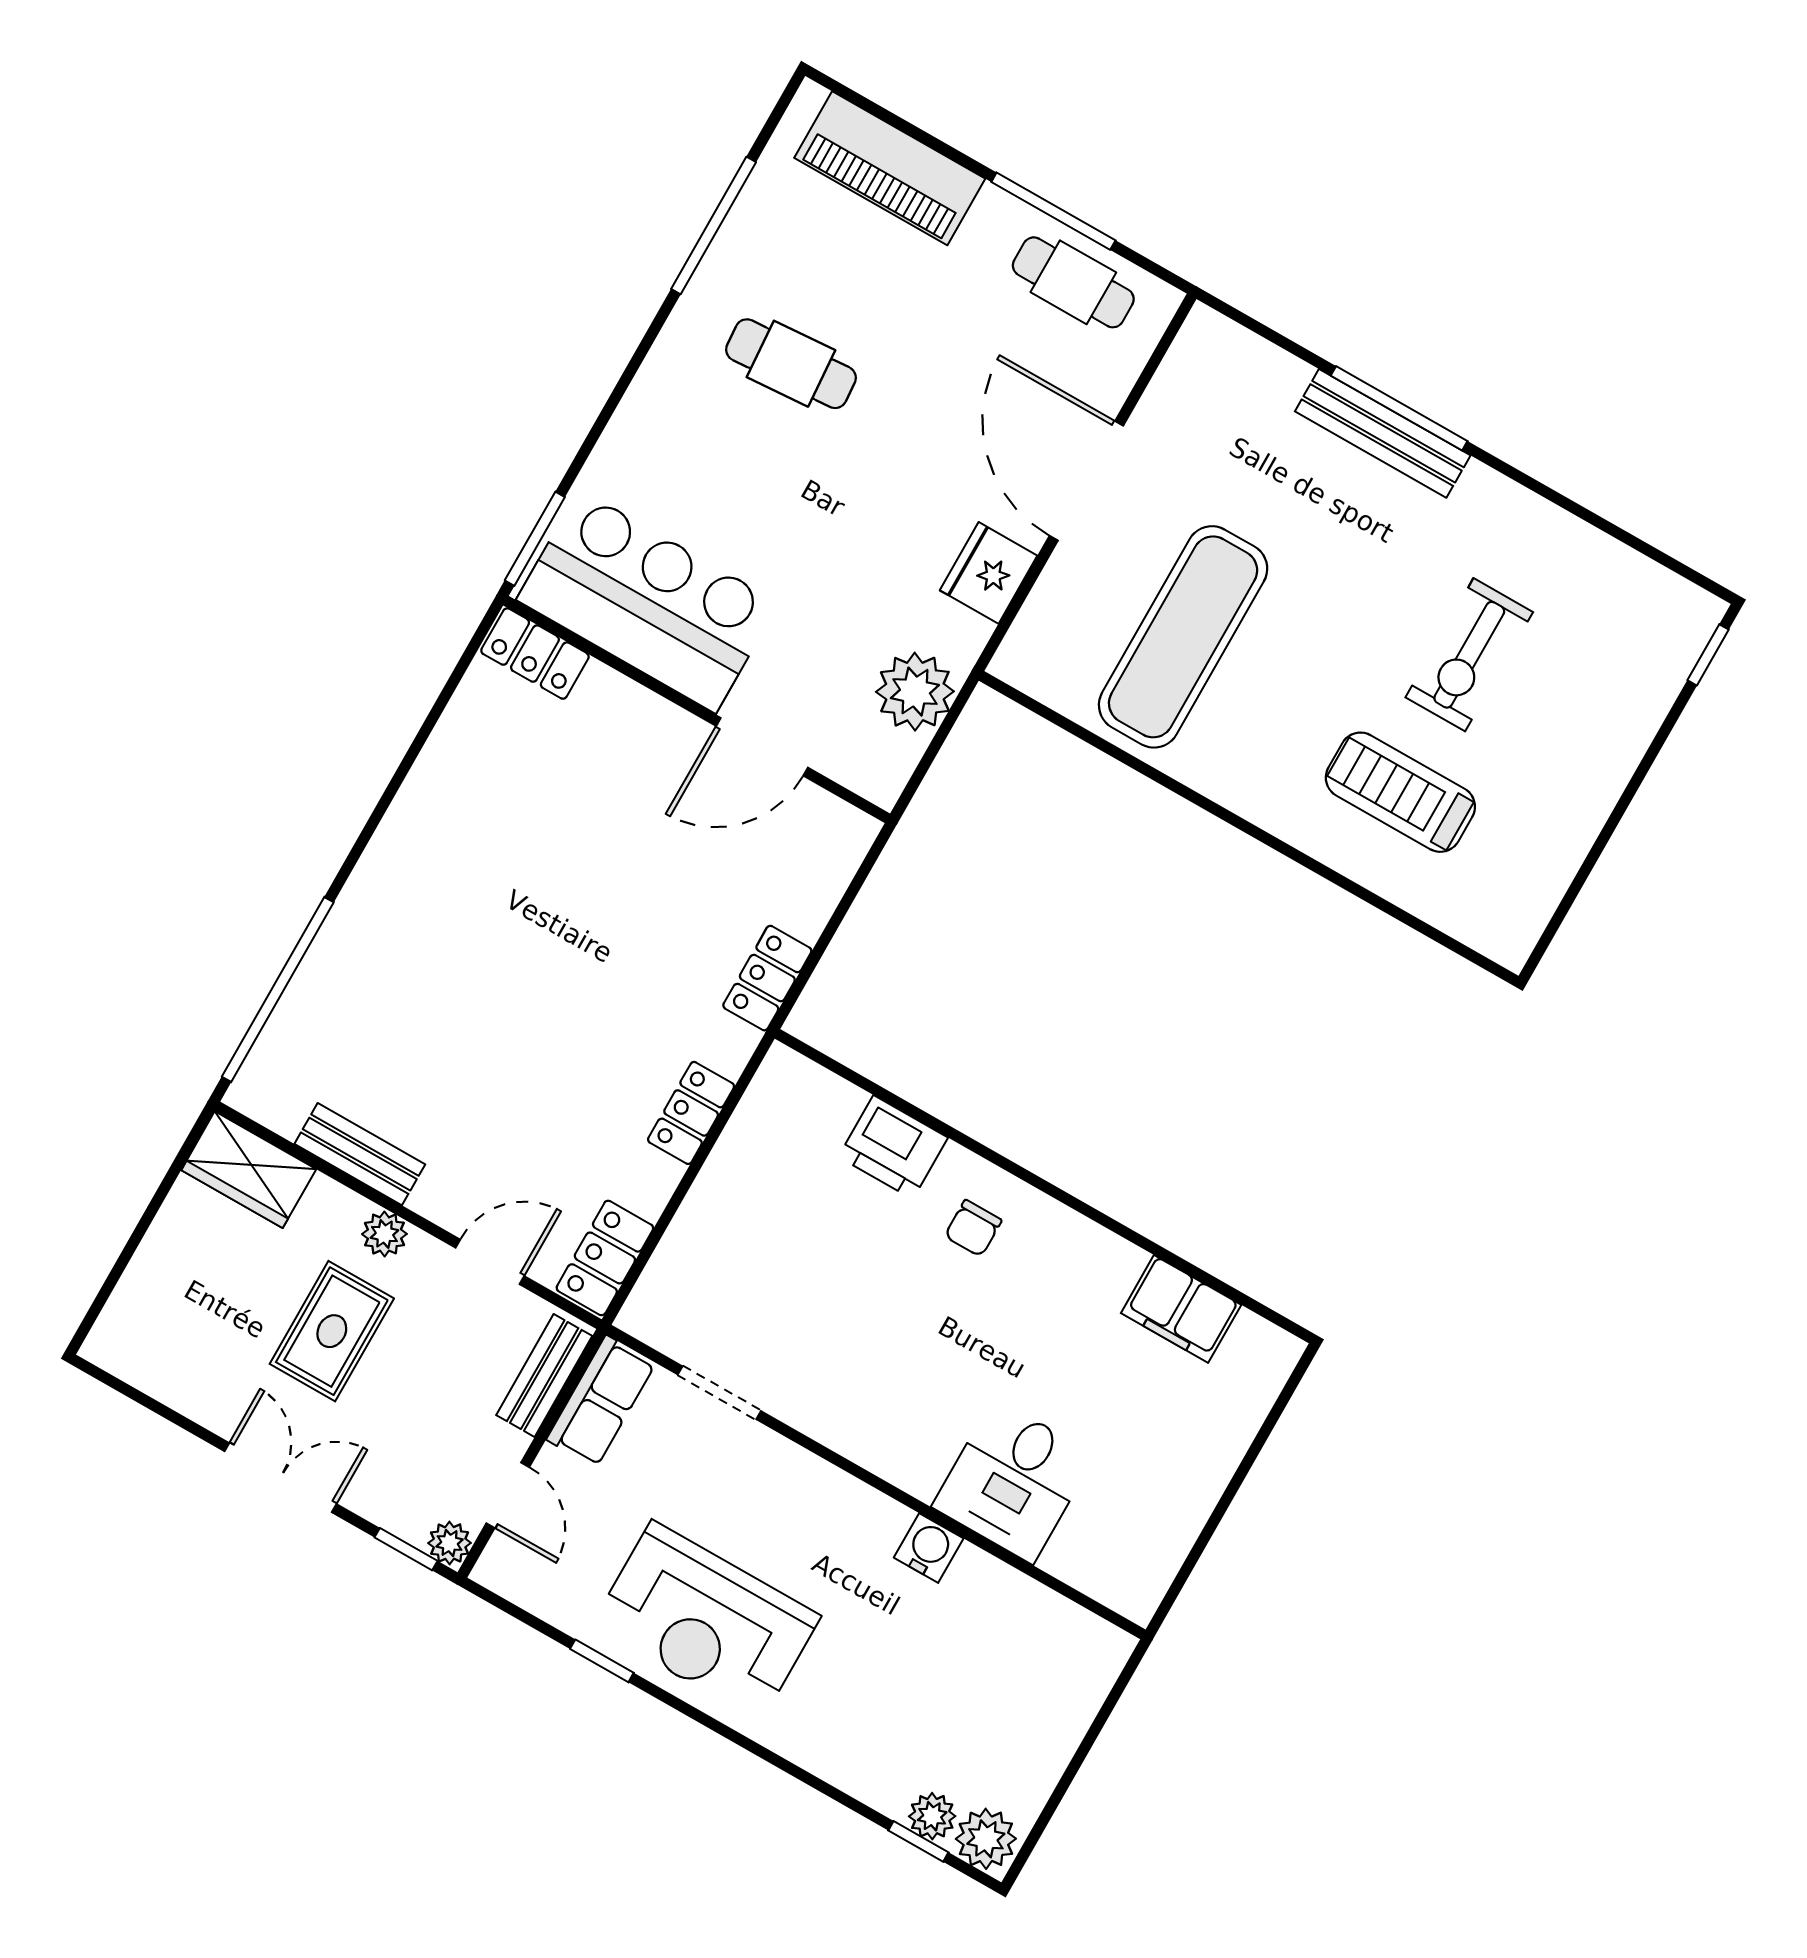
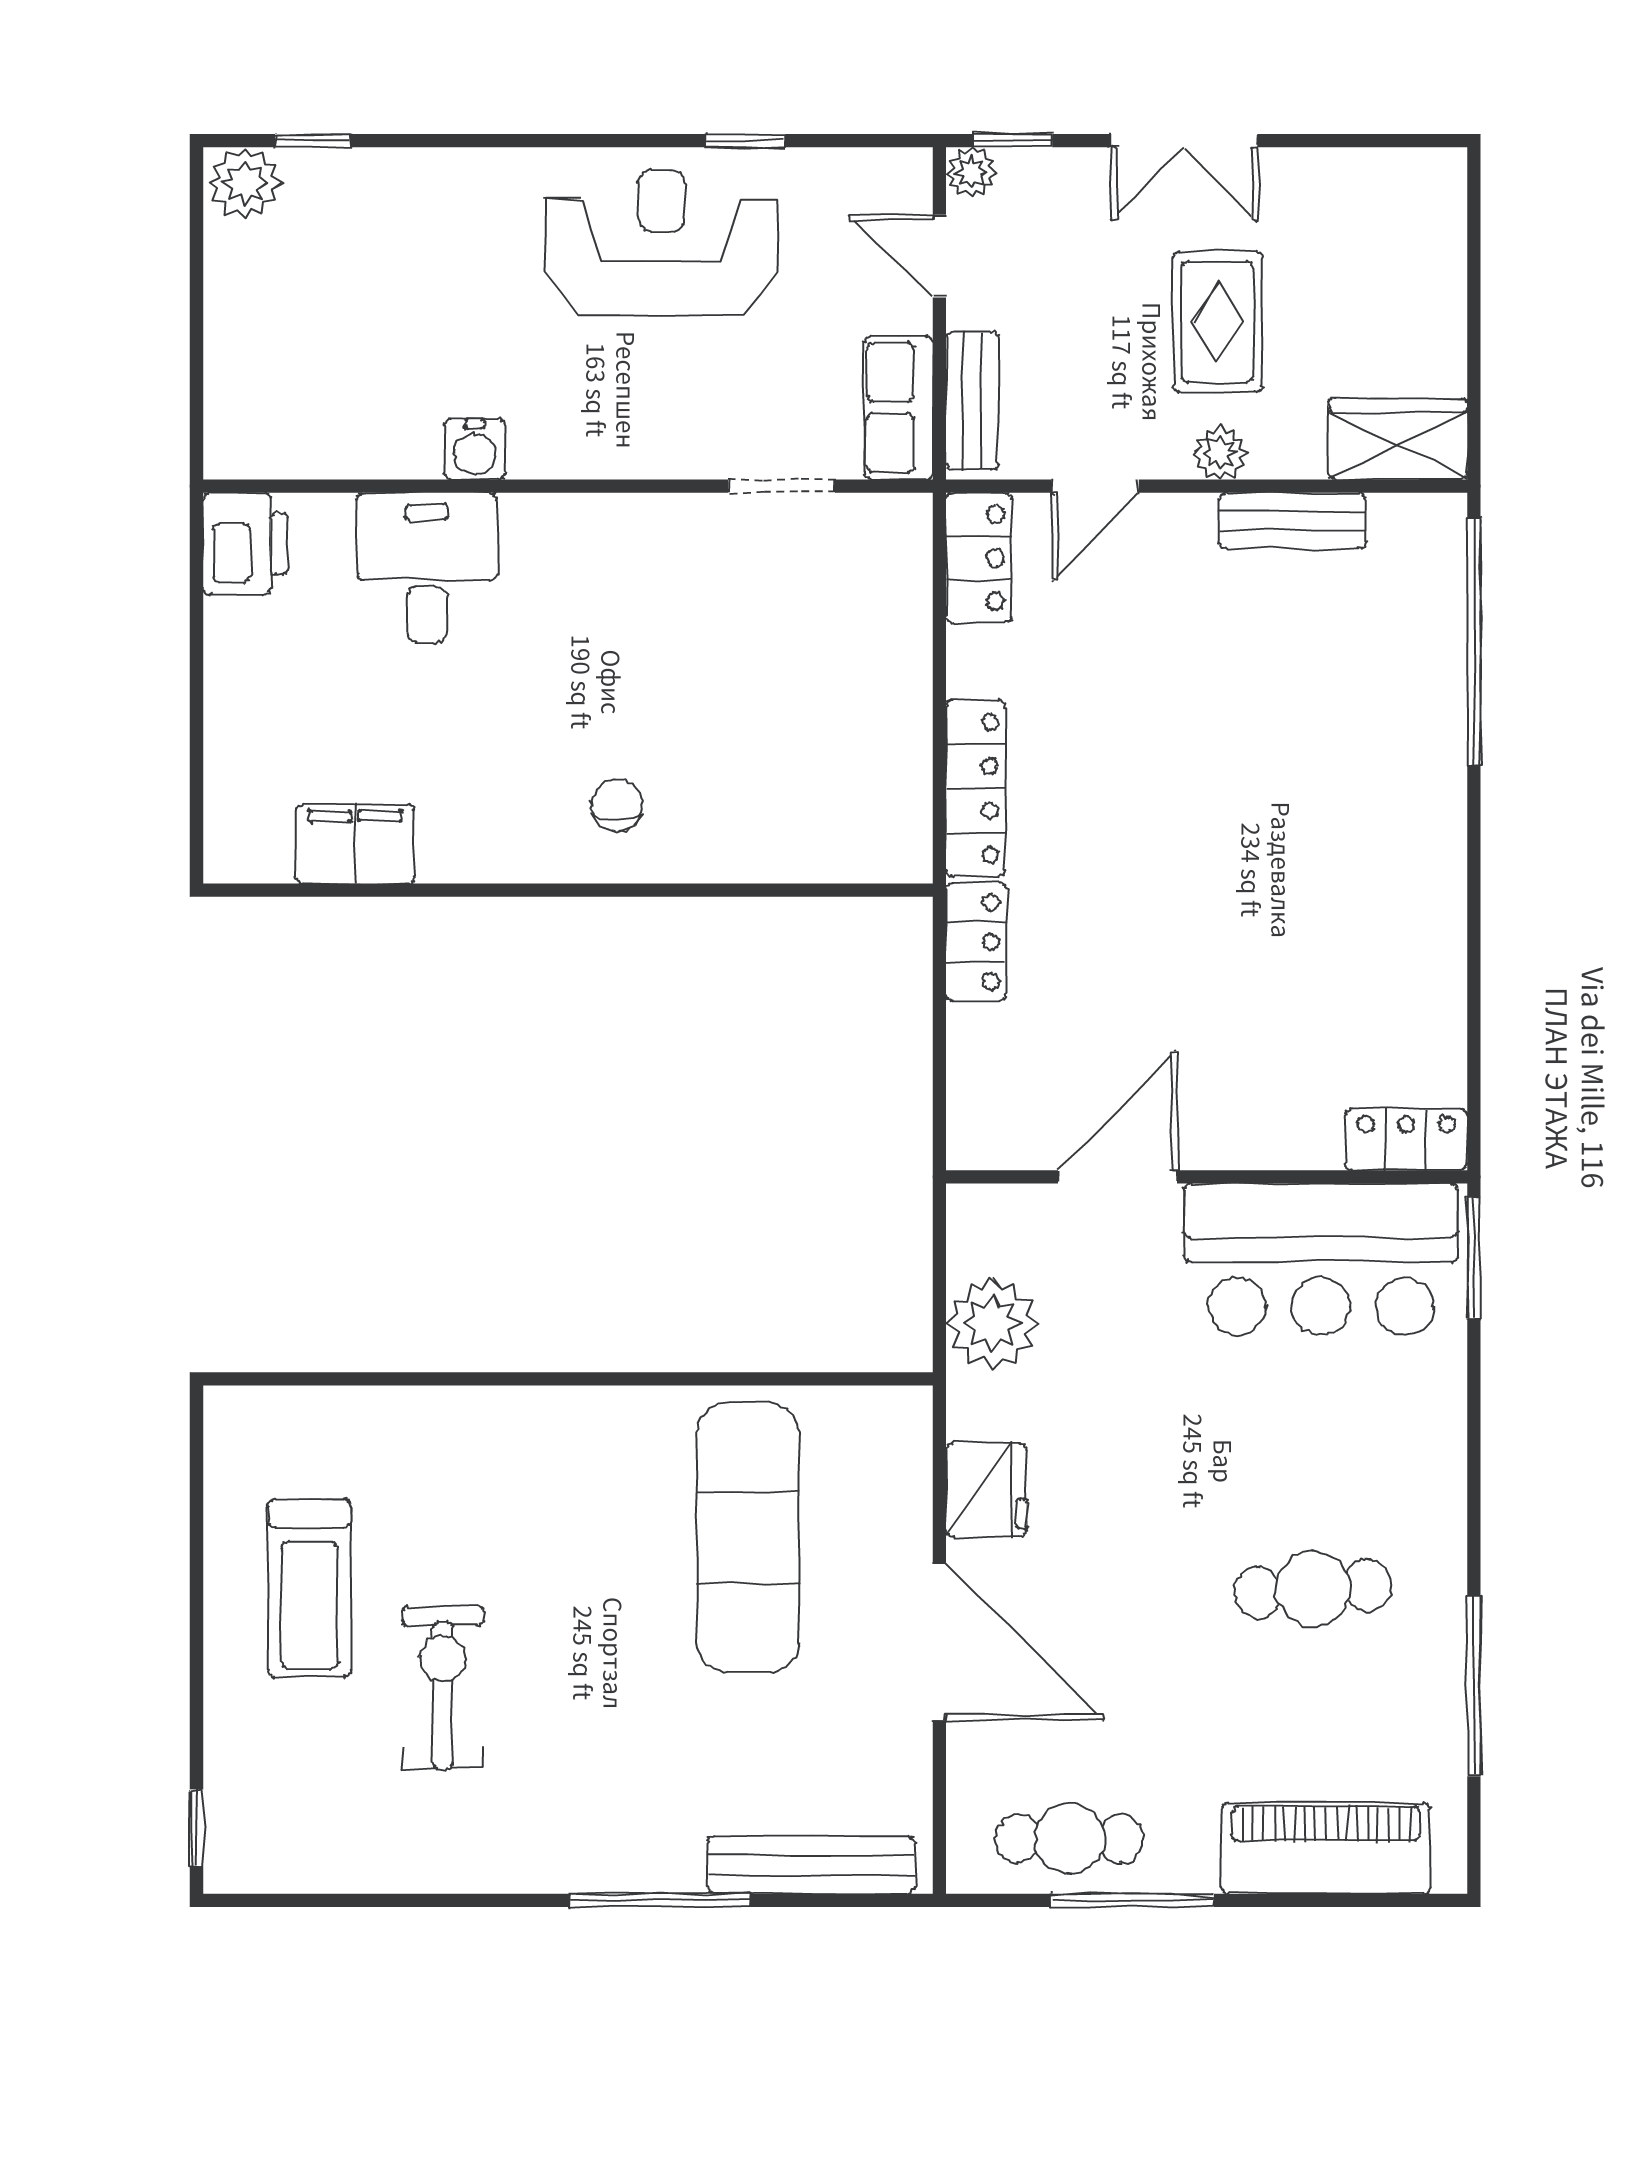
bench: (1383, 433) -> (811, 1865), moved
treadmill: (1400, 792) -> (310, 1588), moved, turned 90
locker: (691, 1113) -> (975, 788), width x1.53
printer: (893, 1147) -> (245, 544), moved, turned 90
plant: (932, 1816) -> (313, 175), removed

